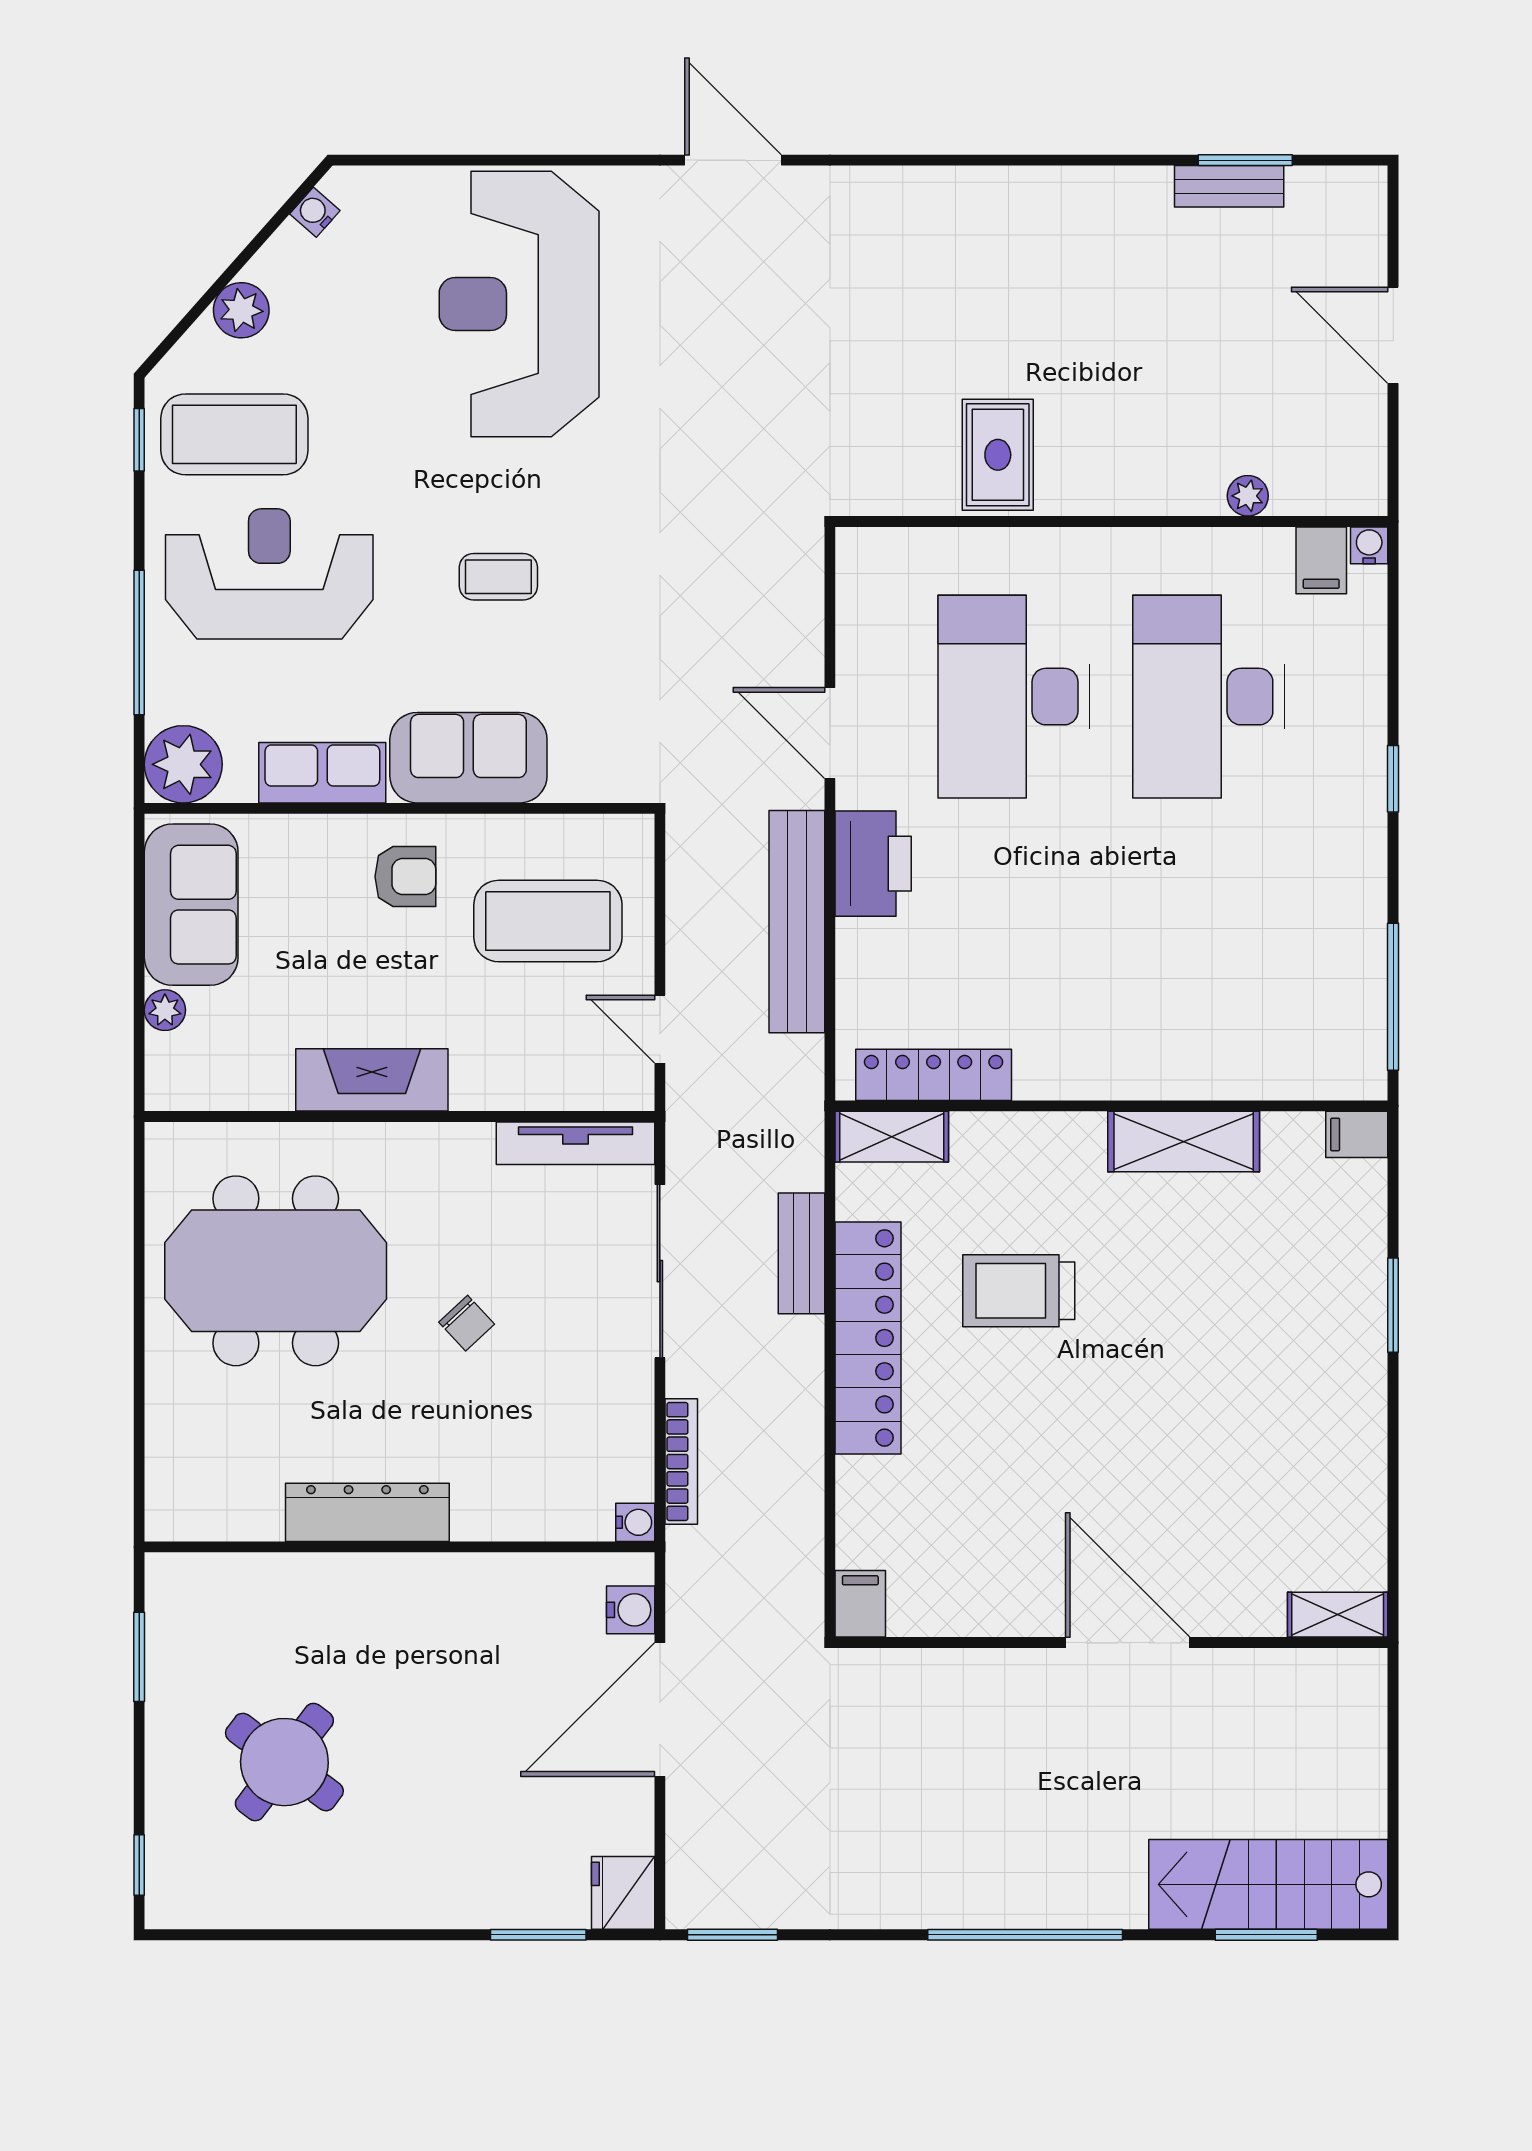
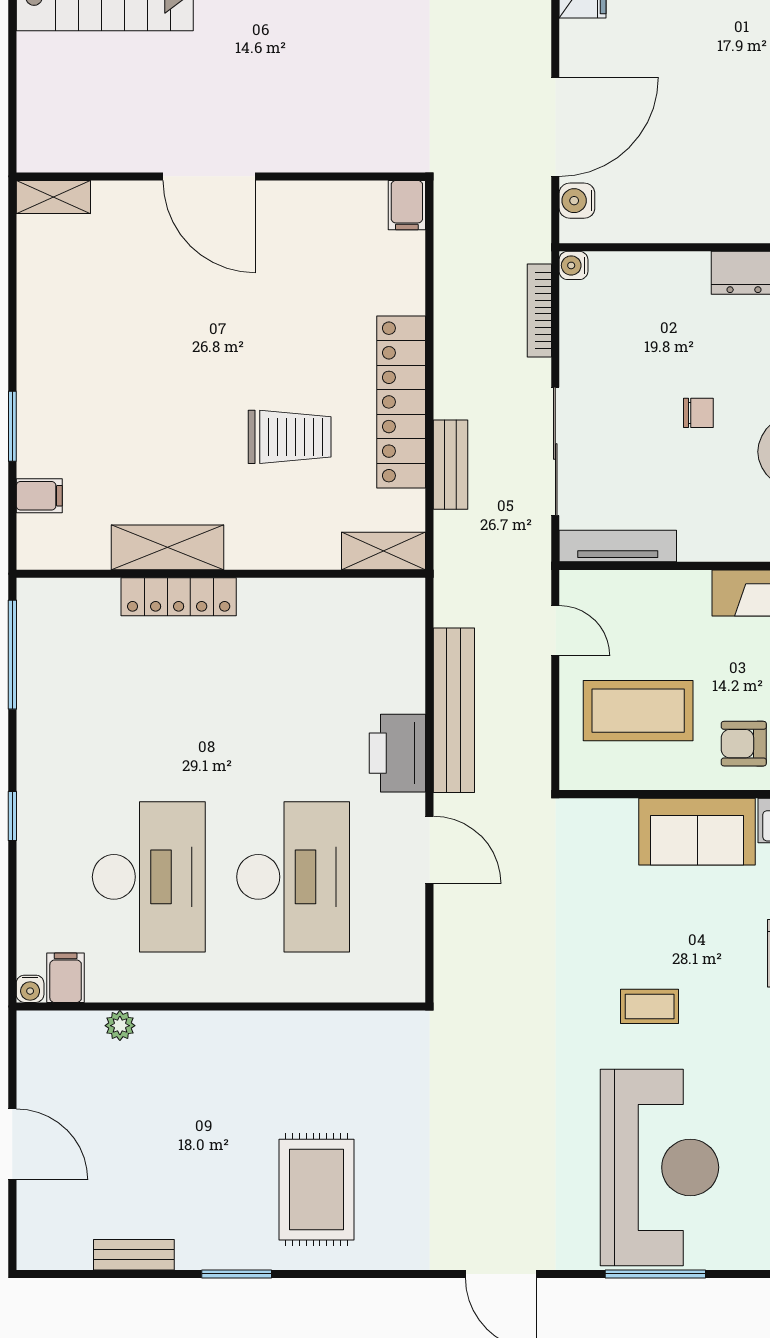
window: (525, 160) -> (655, 1274), added
window: (1245, 160) -> (237, 1274), moved
rug: (998, 455) -> (317, 1190), moved, width x1.36, depth x1.43
coffee table: (498, 577) -> (650, 1006), moved
locker: (934, 1075) -> (179, 597), moved
filing cabinet: (1357, 1134) -> (39, 496), moved
chair: (467, 1323) -> (698, 413), turned 133

